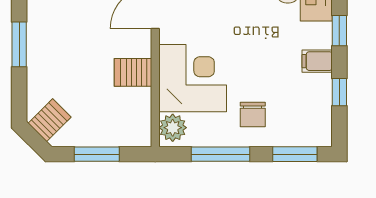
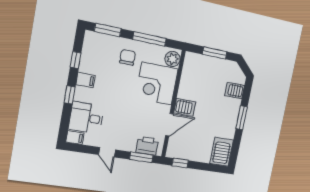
server rack: (133, 72) -> (185, 107), moved
server rack: (50, 120) -> (235, 91), moved, turned 45

